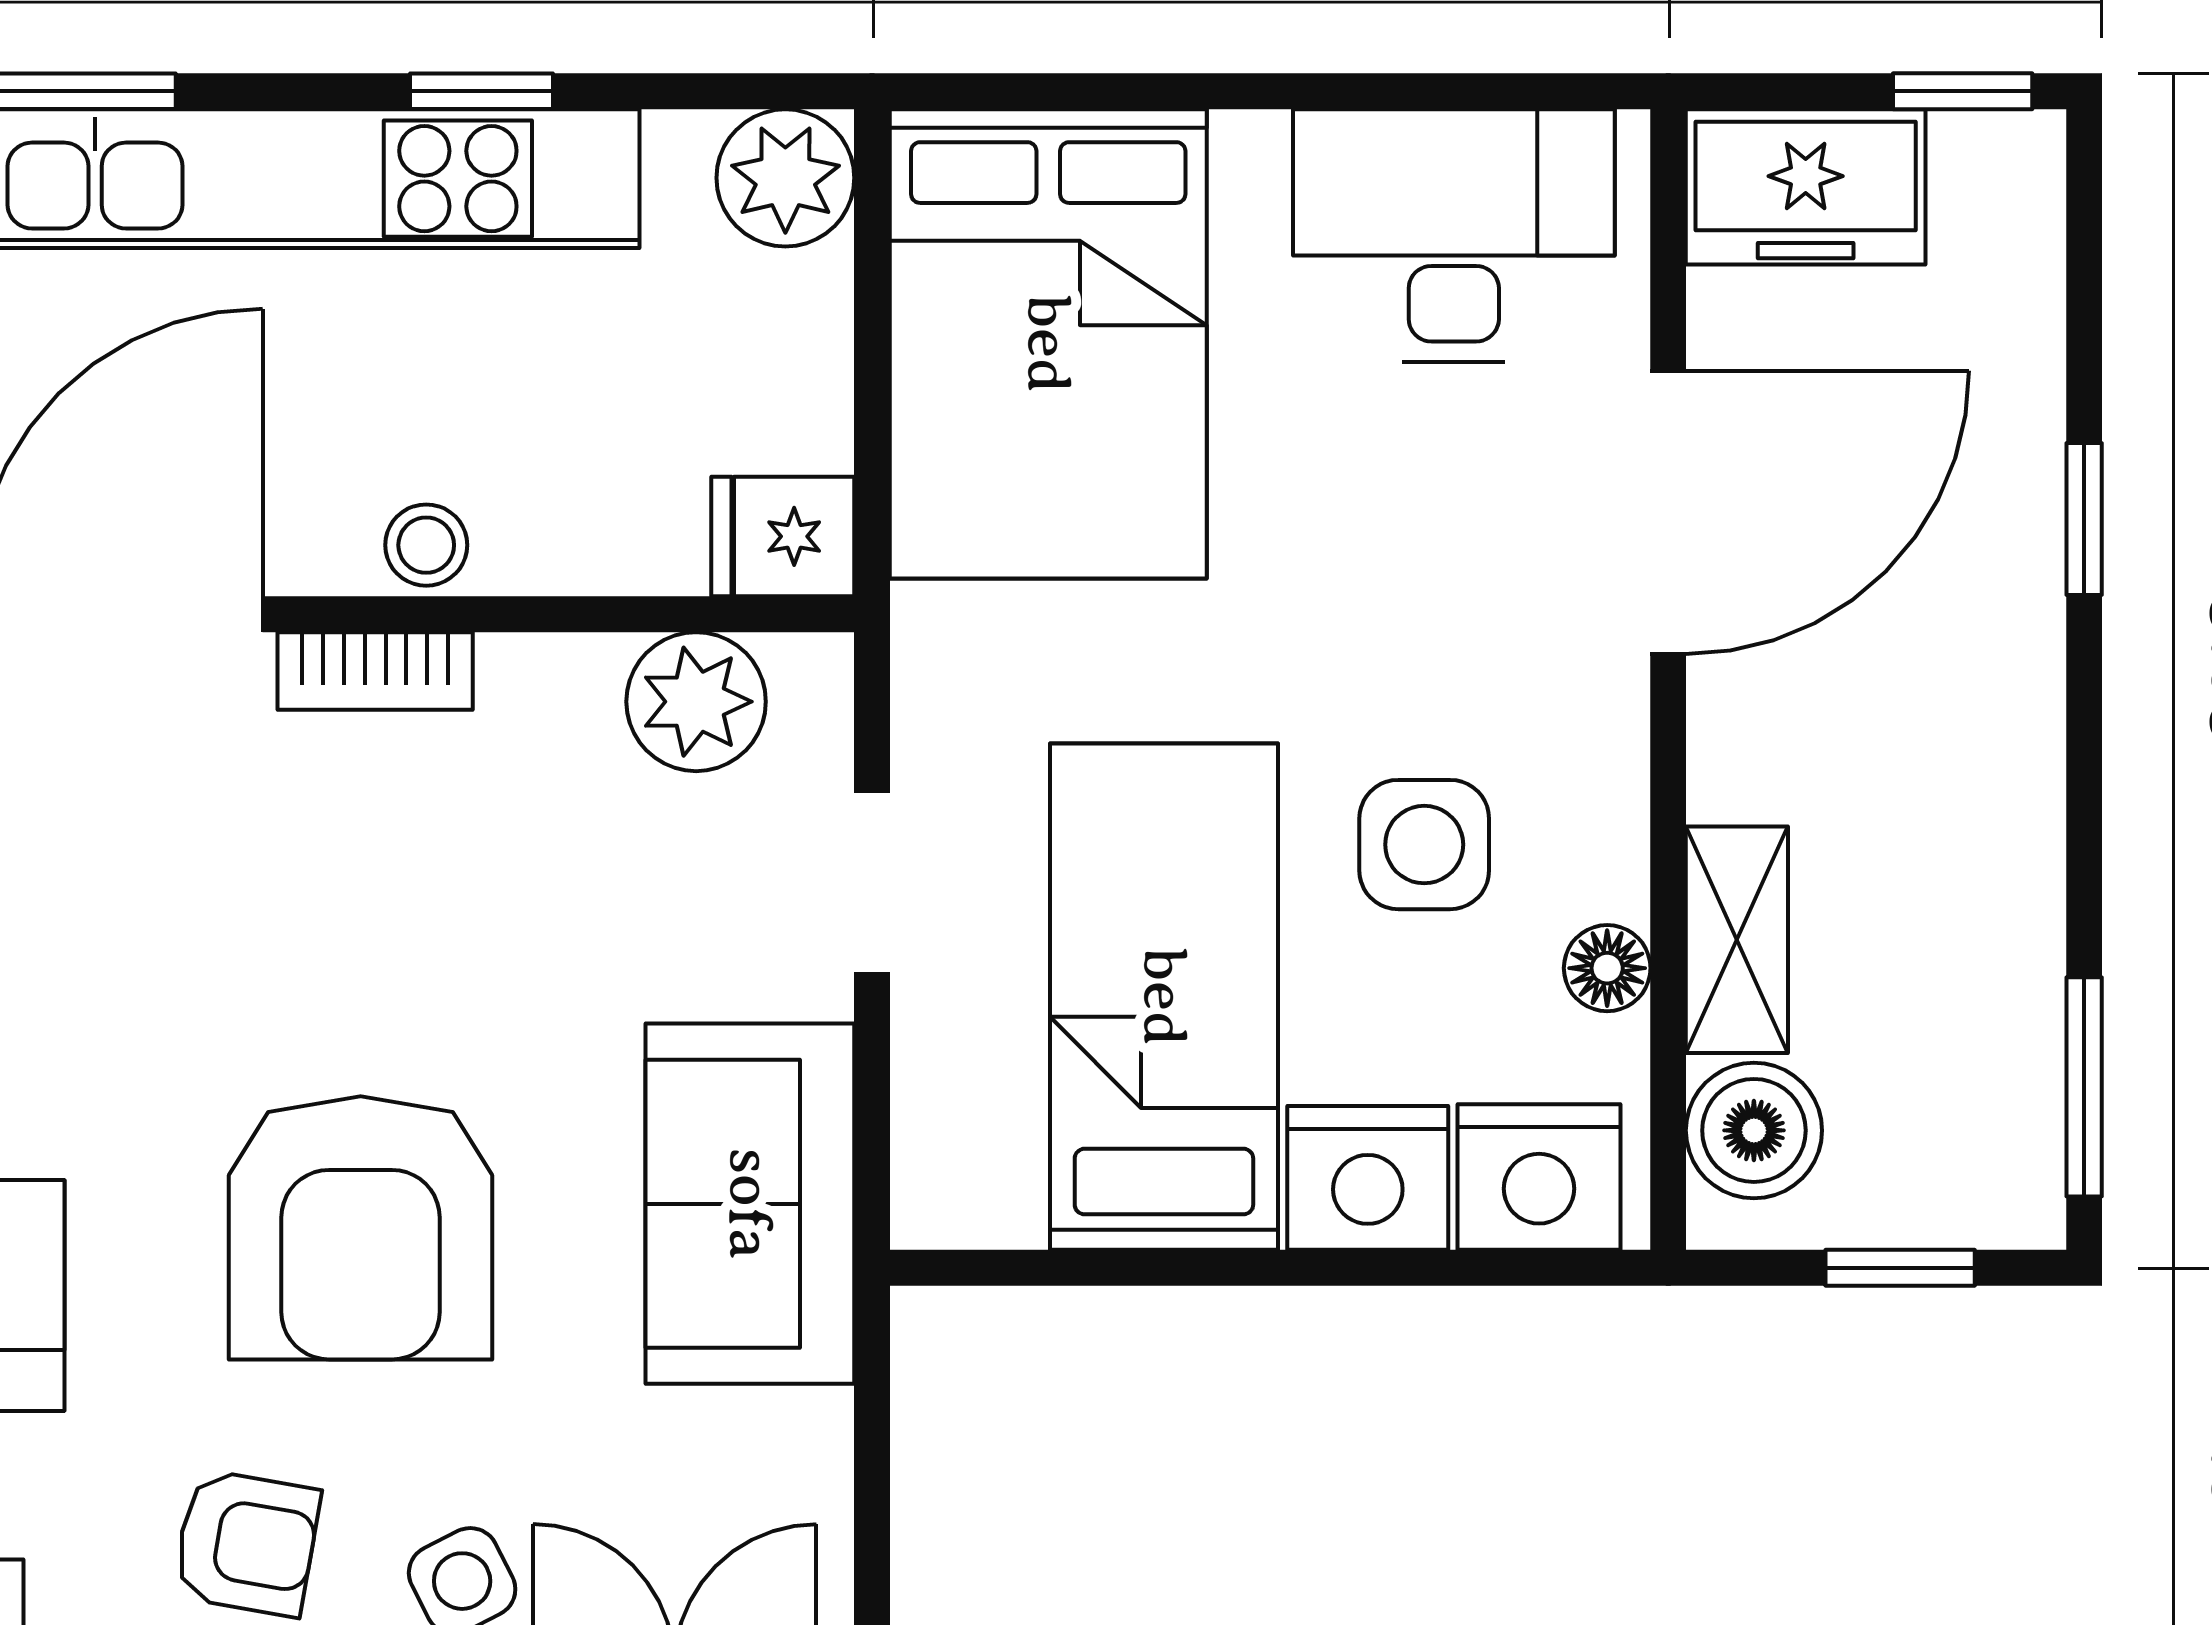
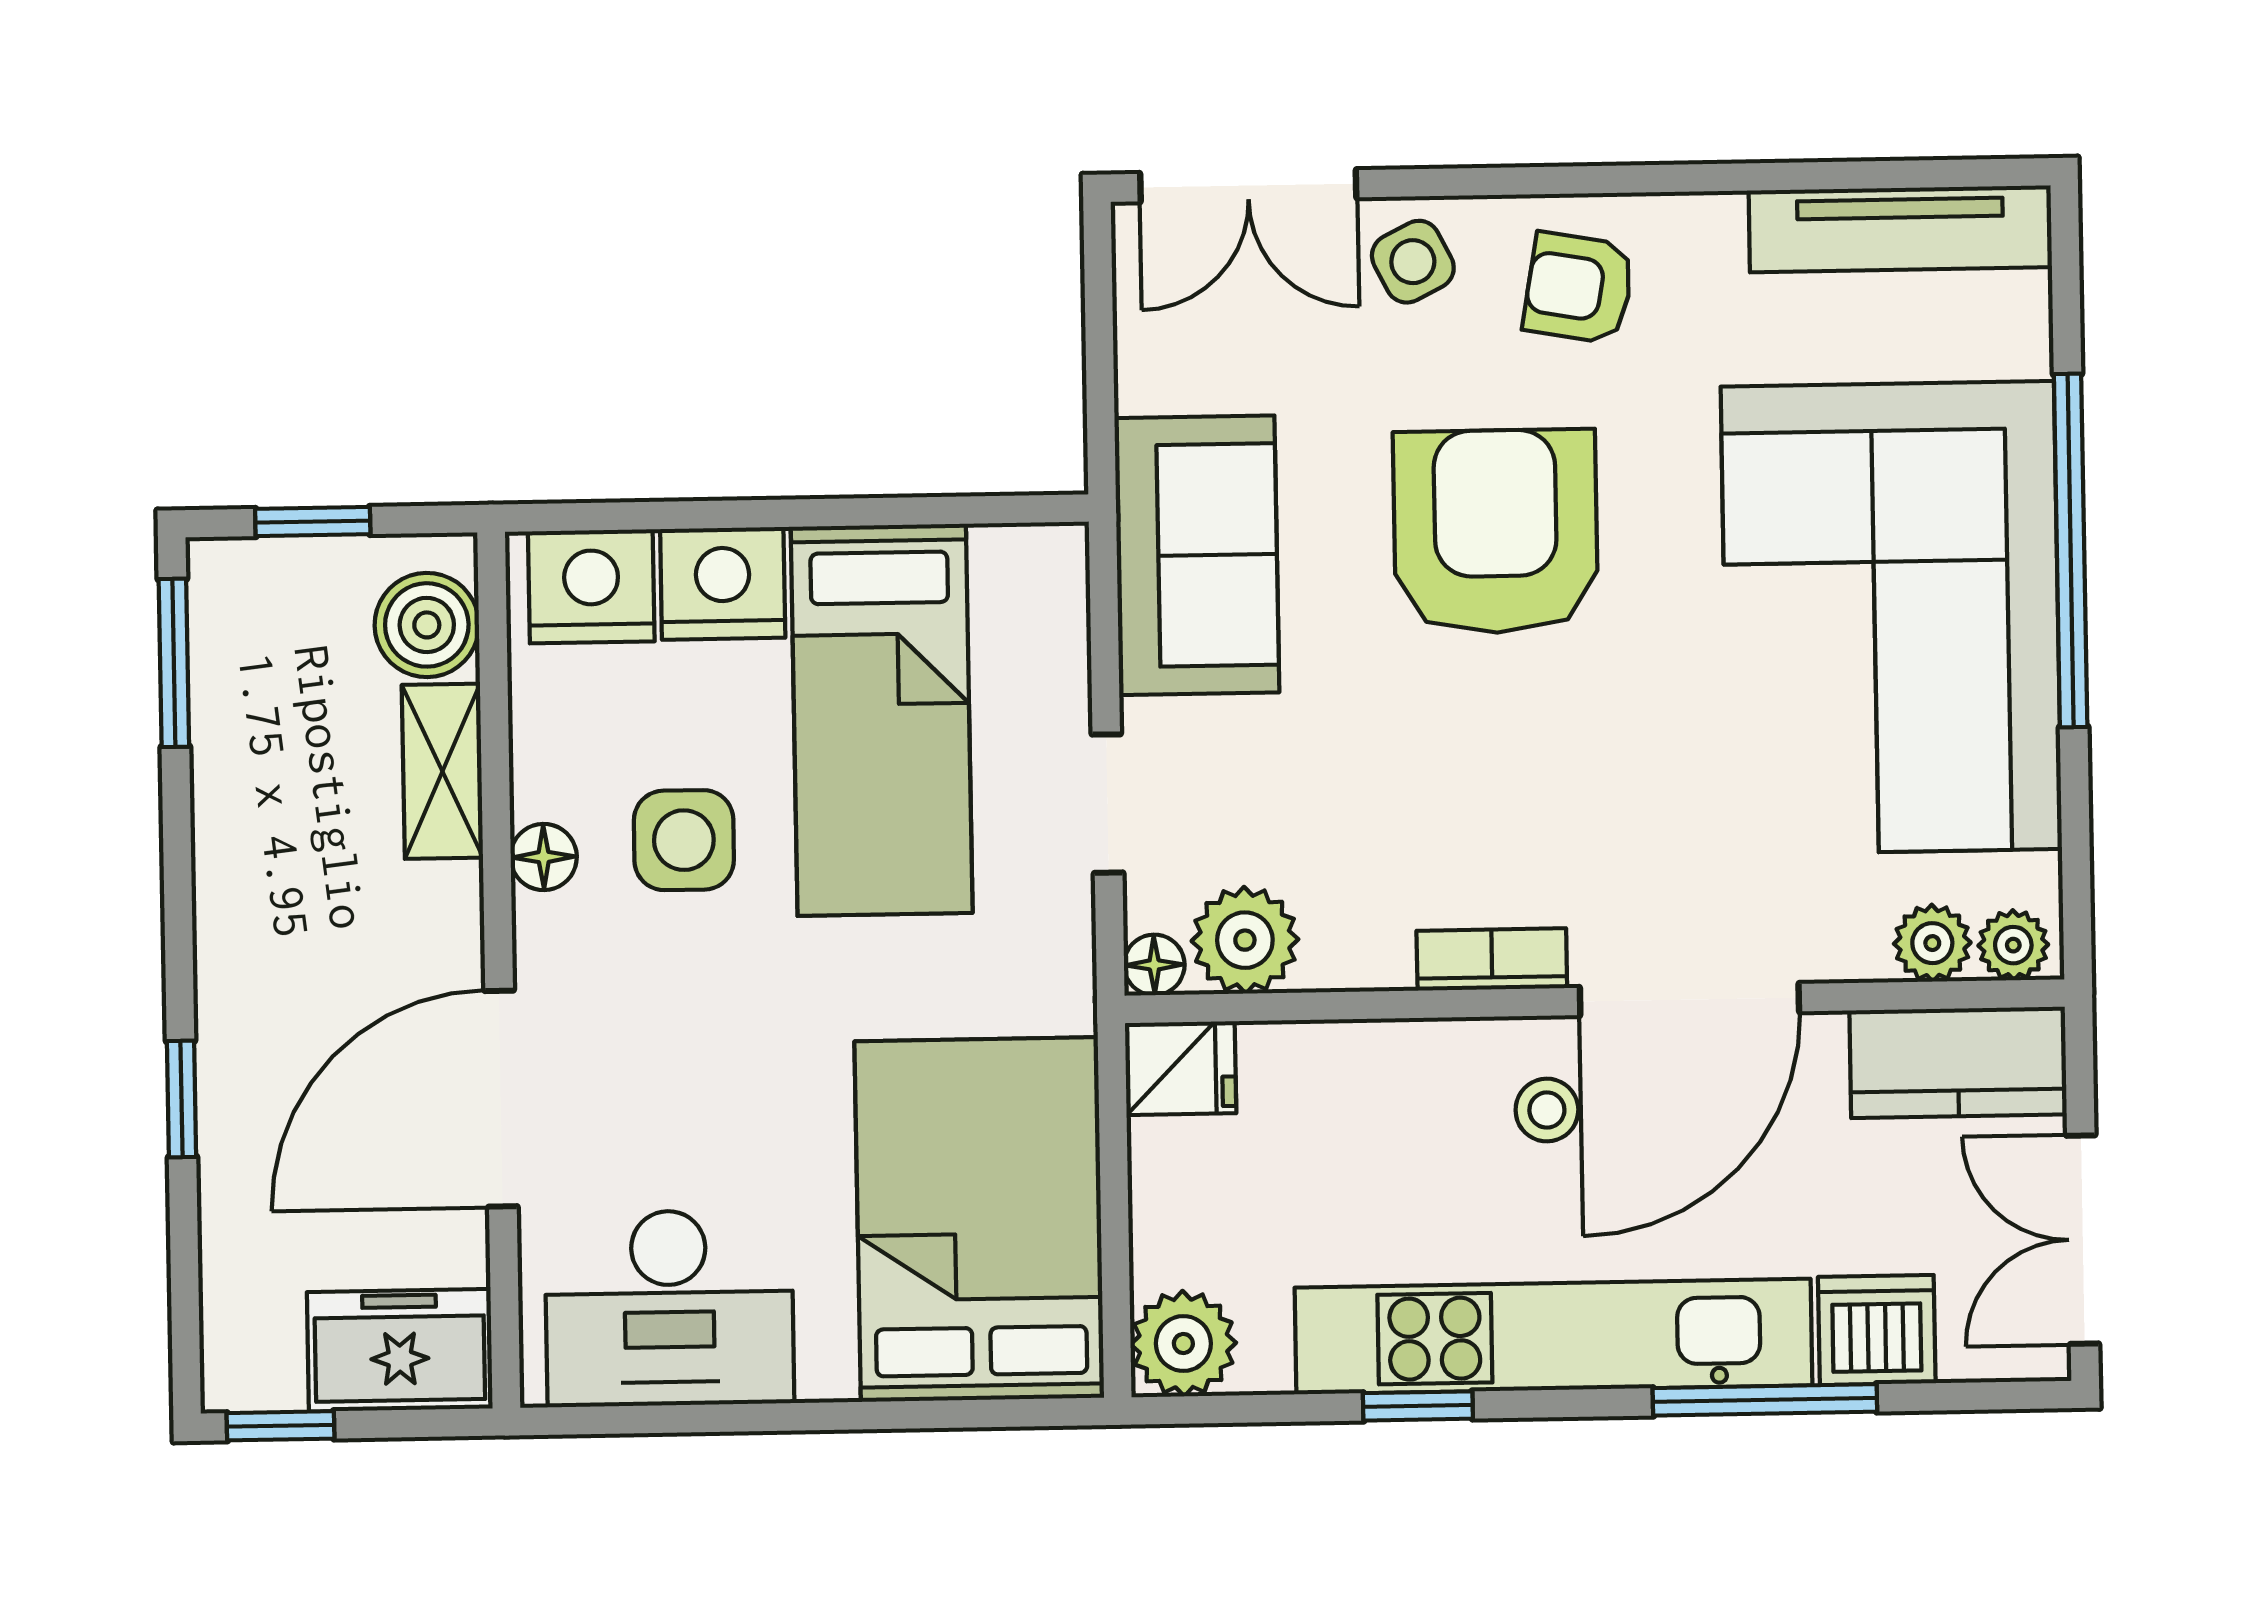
stool: (426, 545) -> (1547, 1110), moved
floor lamp: (815, 671) -> (1154, 965), added
floor lamp: (1607, 968) -> (544, 857), moved

